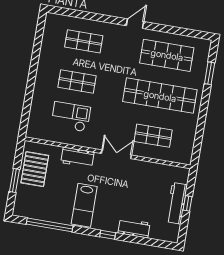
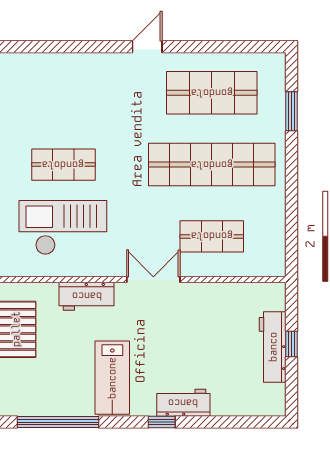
shop shelf: (84, 41) -> (63, 93), removed
checkout: (71, 117) -> (63, 228), width x1.36, depth x1.21
workbench: (134, 228) -> (183, 403), moved

